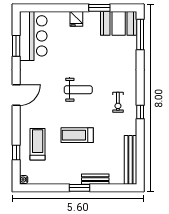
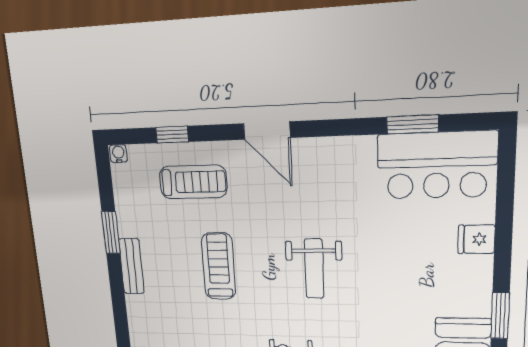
fridge: (76, 19) -> (476, 239), moved
door: (16, 95) -> (267, 131), moved
bench: (95, 179) -> (131, 266), moved
window: (79, 188) -> (111, 232), moved

